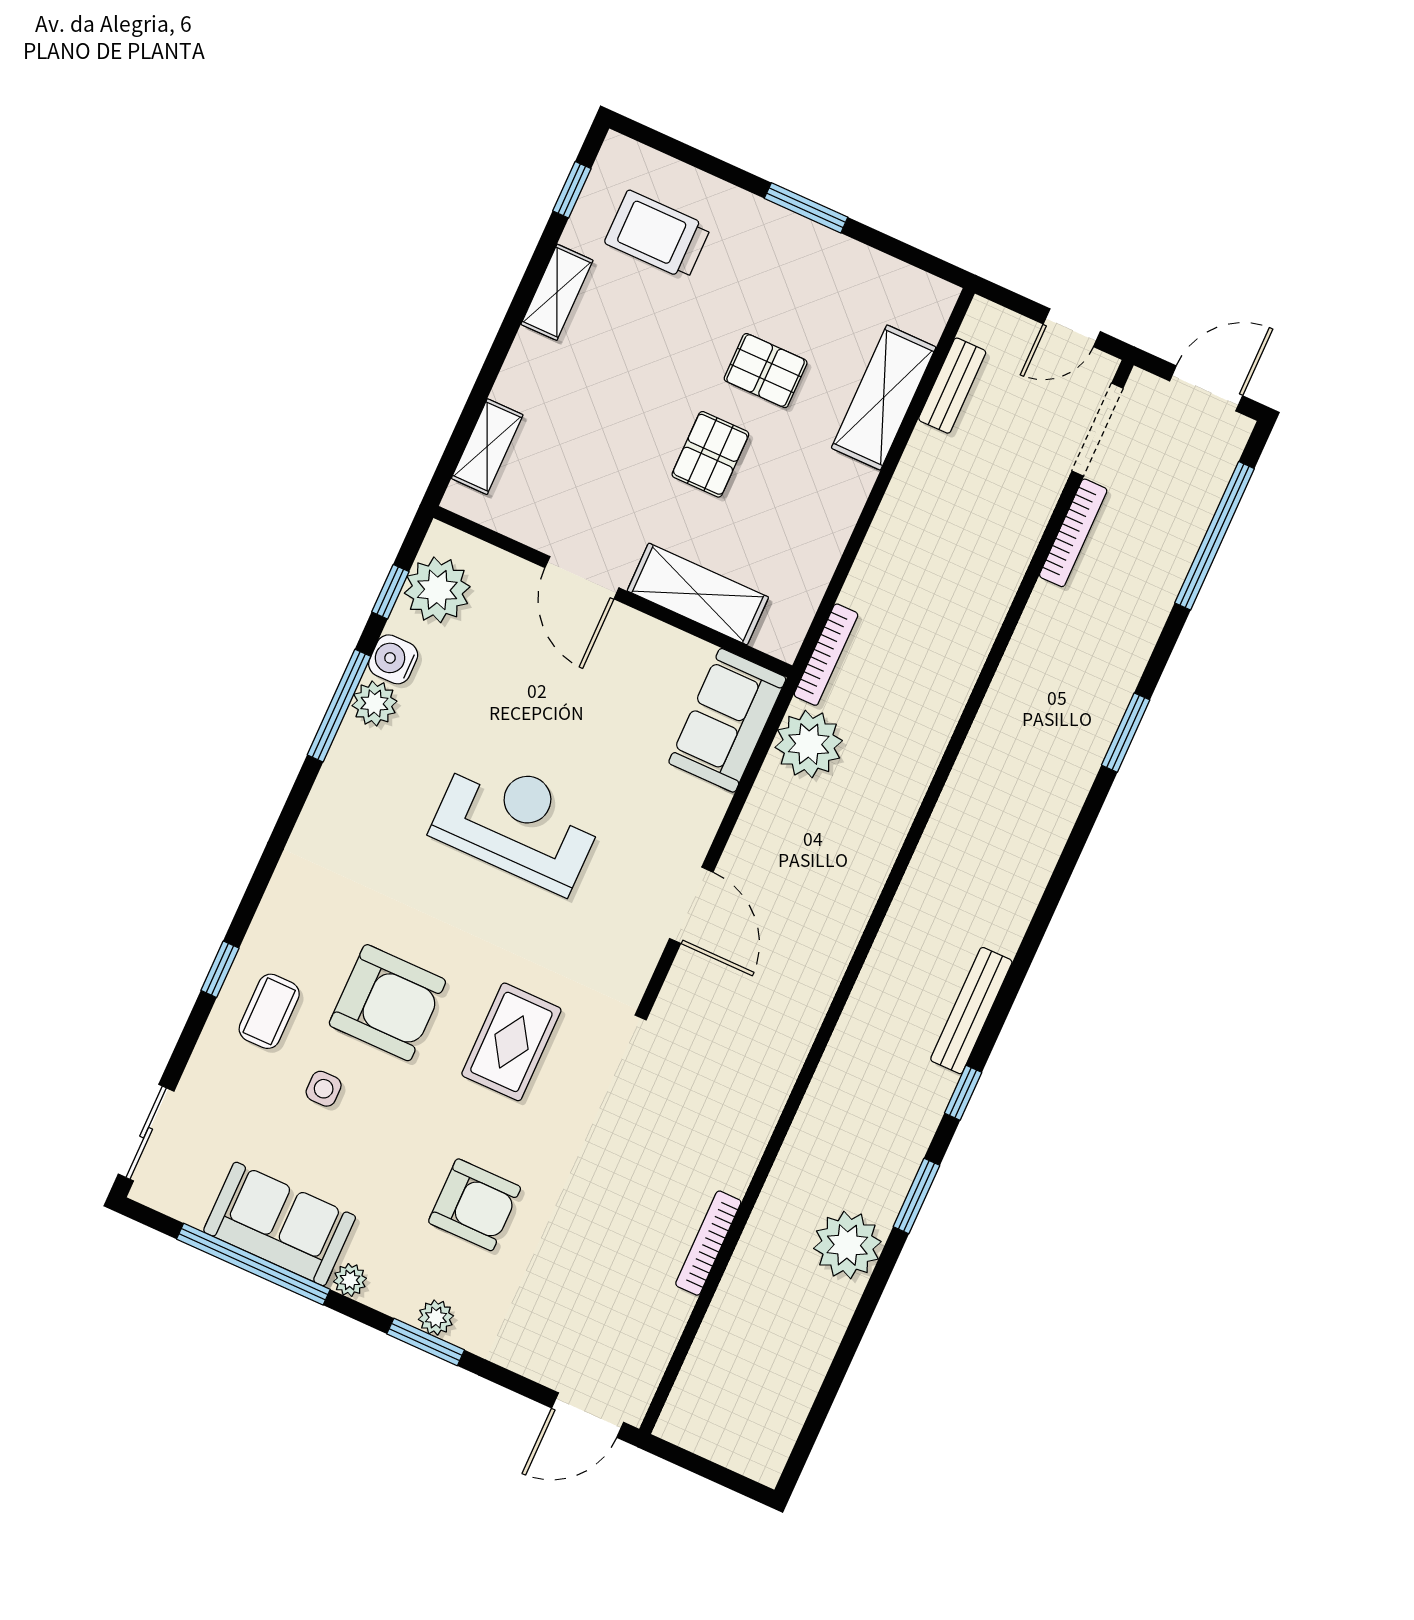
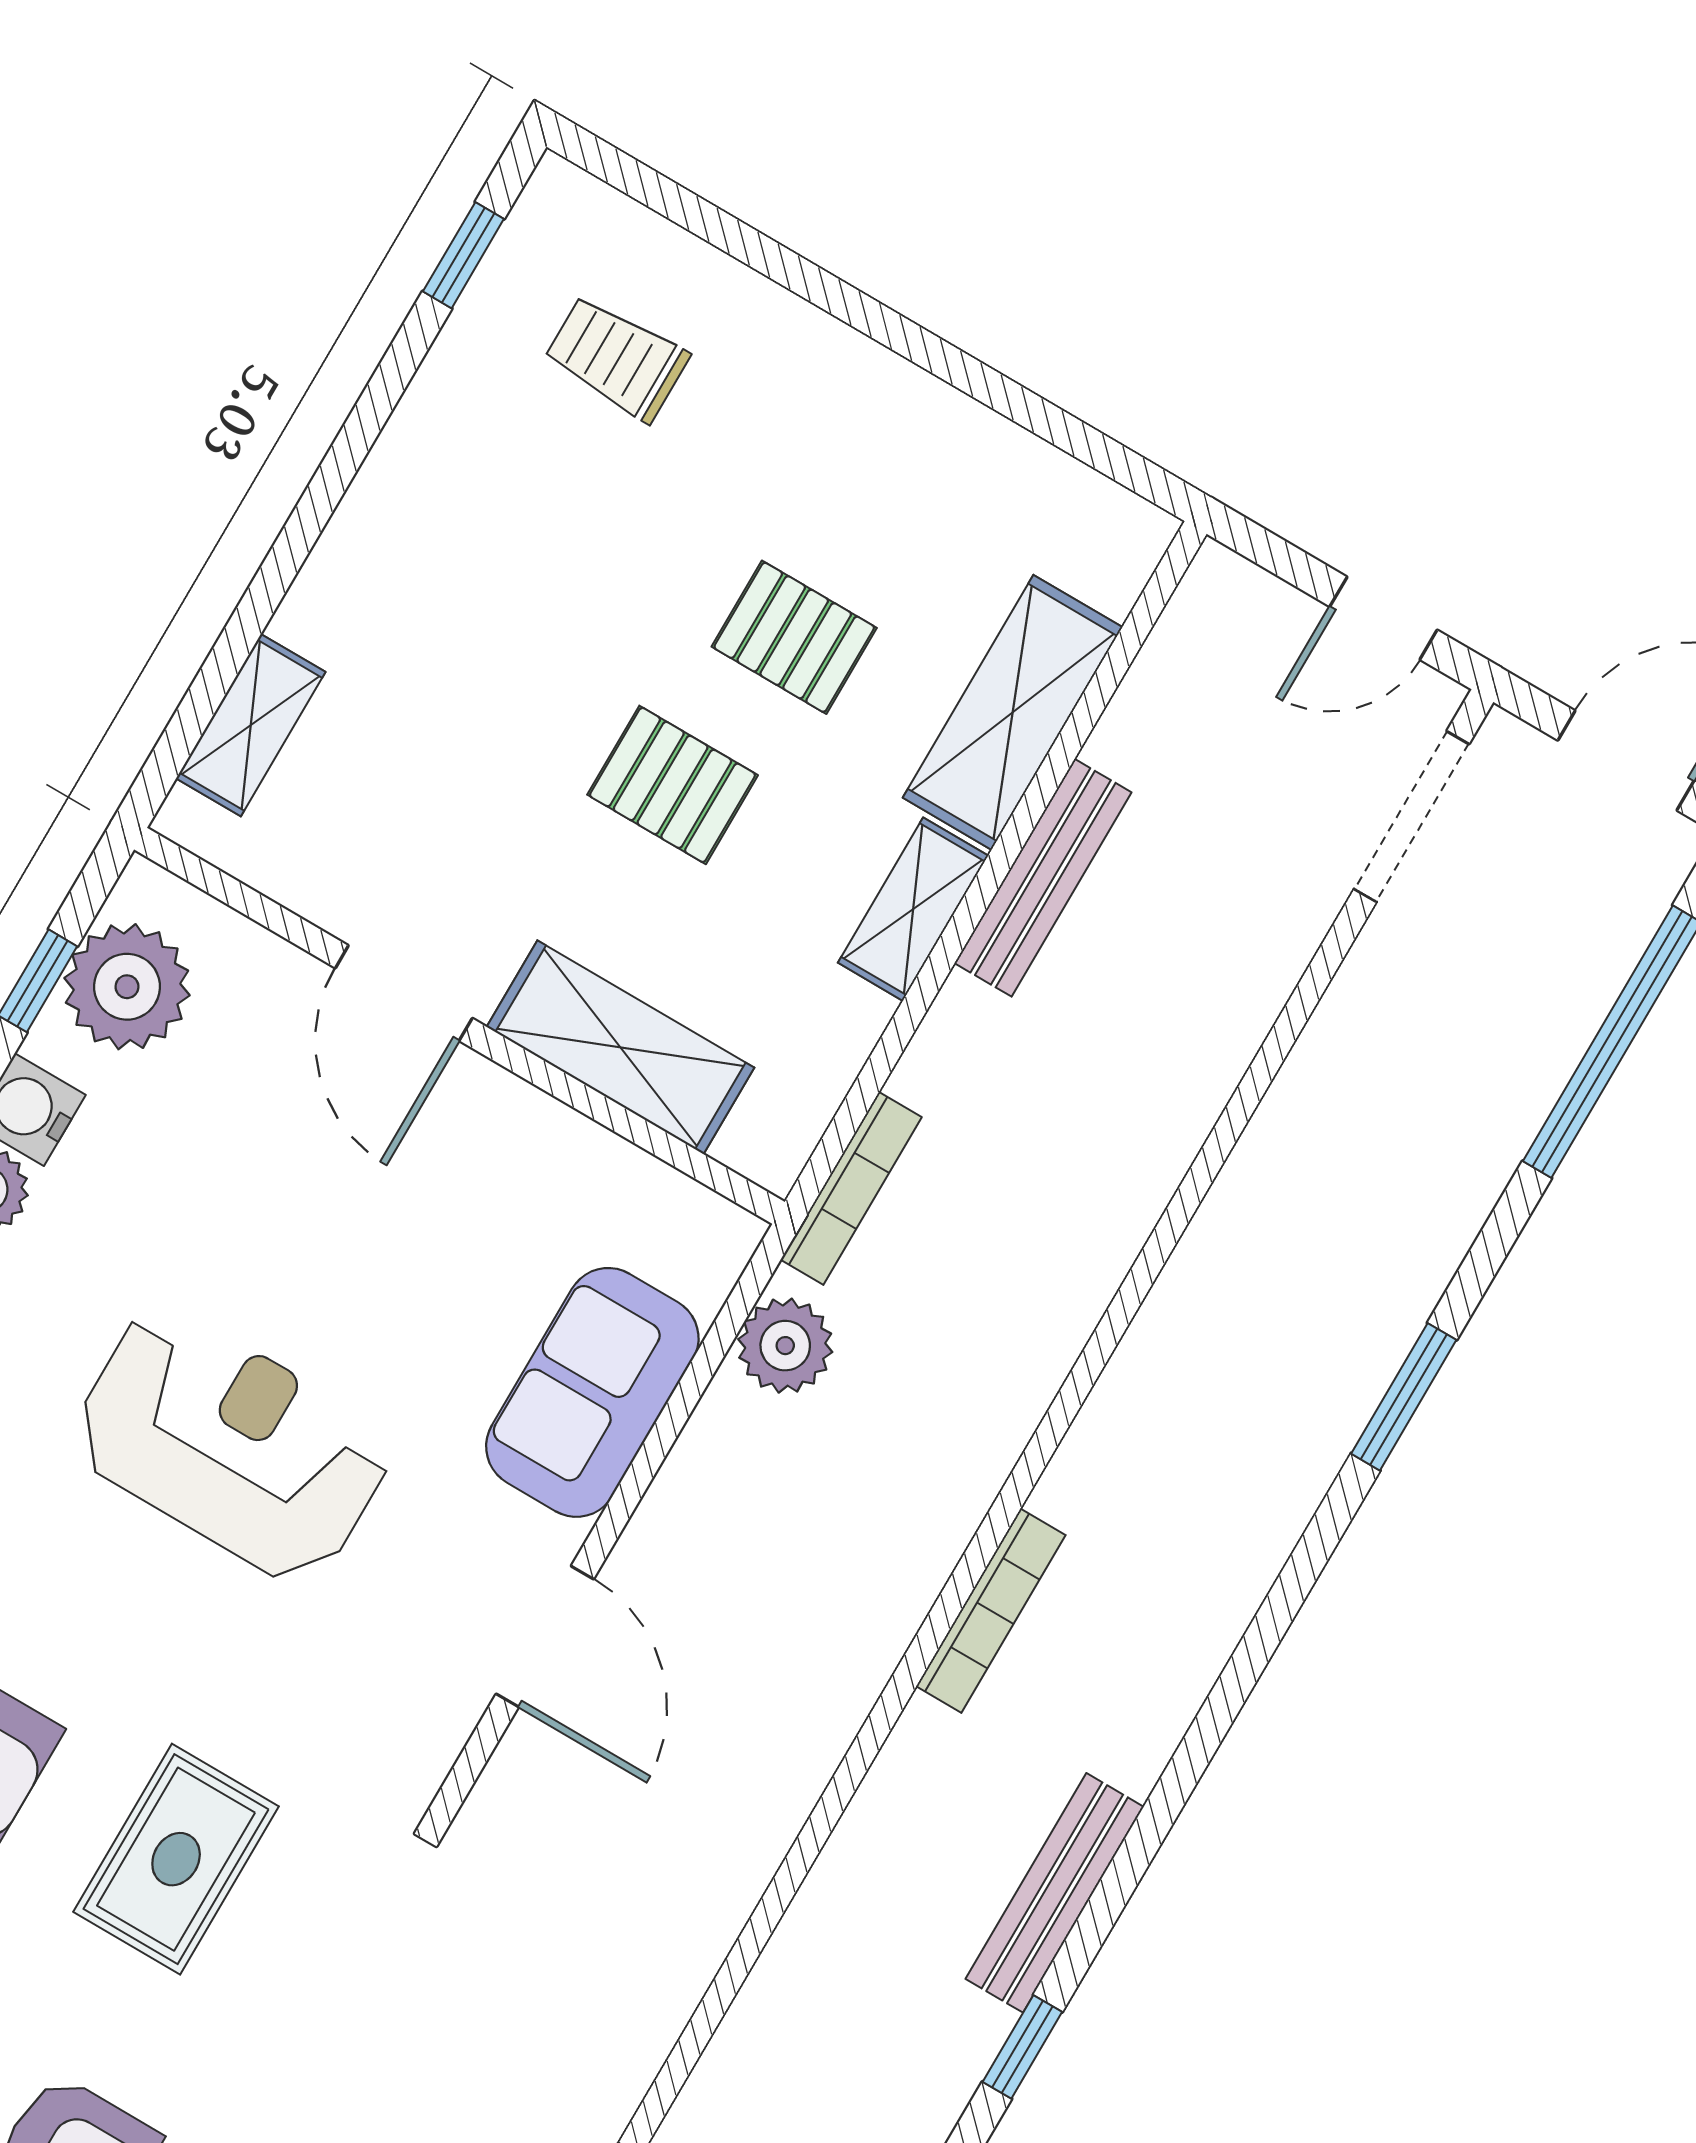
window: (806, 208) -> (904, 337), removed
trolley: (658, 235) -> (617, 358), width x0.73, depth x0.72
shelving: (557, 292) -> (913, 909), moved
bench: (952, 386) -> (1043, 878), moved, width x1.36
pallet: (710, 454) -> (673, 785), turned 90
bookcase: (1073, 533) -> (991, 1611), moved
sofa: (727, 720) -> (592, 1392), moved
plant: (809, 744) -> (785, 1346), width x0.73, depth x0.73

